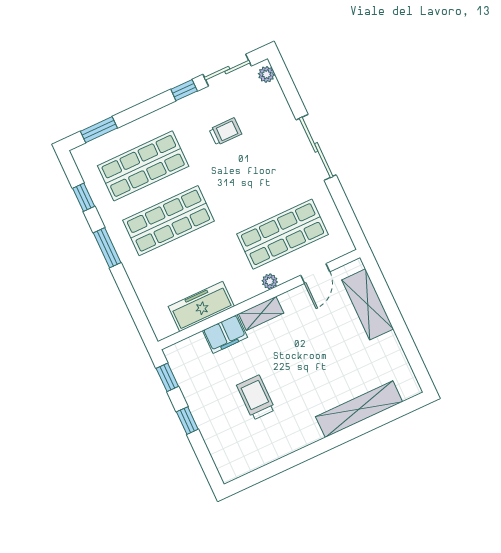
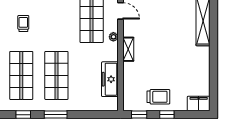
filing cabinet: (225, 334) -> (199, 104), moved, turned -90
trolley: (256, 397) -> (158, 97), moved, turned 180

